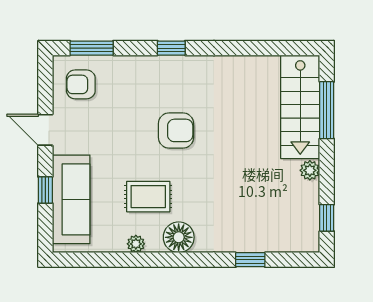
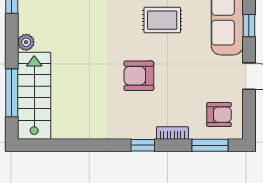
bookcase: (136, 63) -> (172, 133), added

